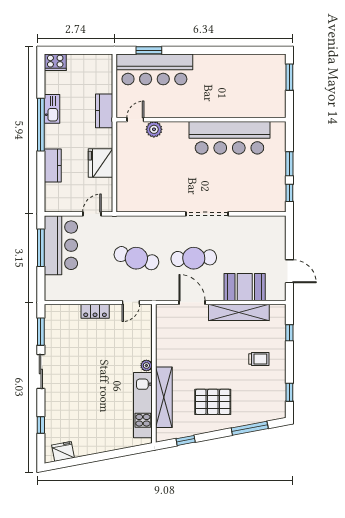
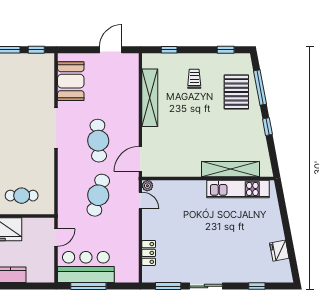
cafe table: (136, 178) -> (22, 196), added
door: (92, 214) -> (56, 237), swing flipped
booth: (245, 287) -> (71, 81), moved
door: (192, 302) -> (140, 159), moved
locker: (95, 311) -> (149, 253), moved
plant: (146, 365) -> (147, 186), moved
pallet: (213, 402) -> (236, 92), moved
window: (186, 440) -> (267, 127), moved
fridge: (63, 451) -> (279, 251), moved

